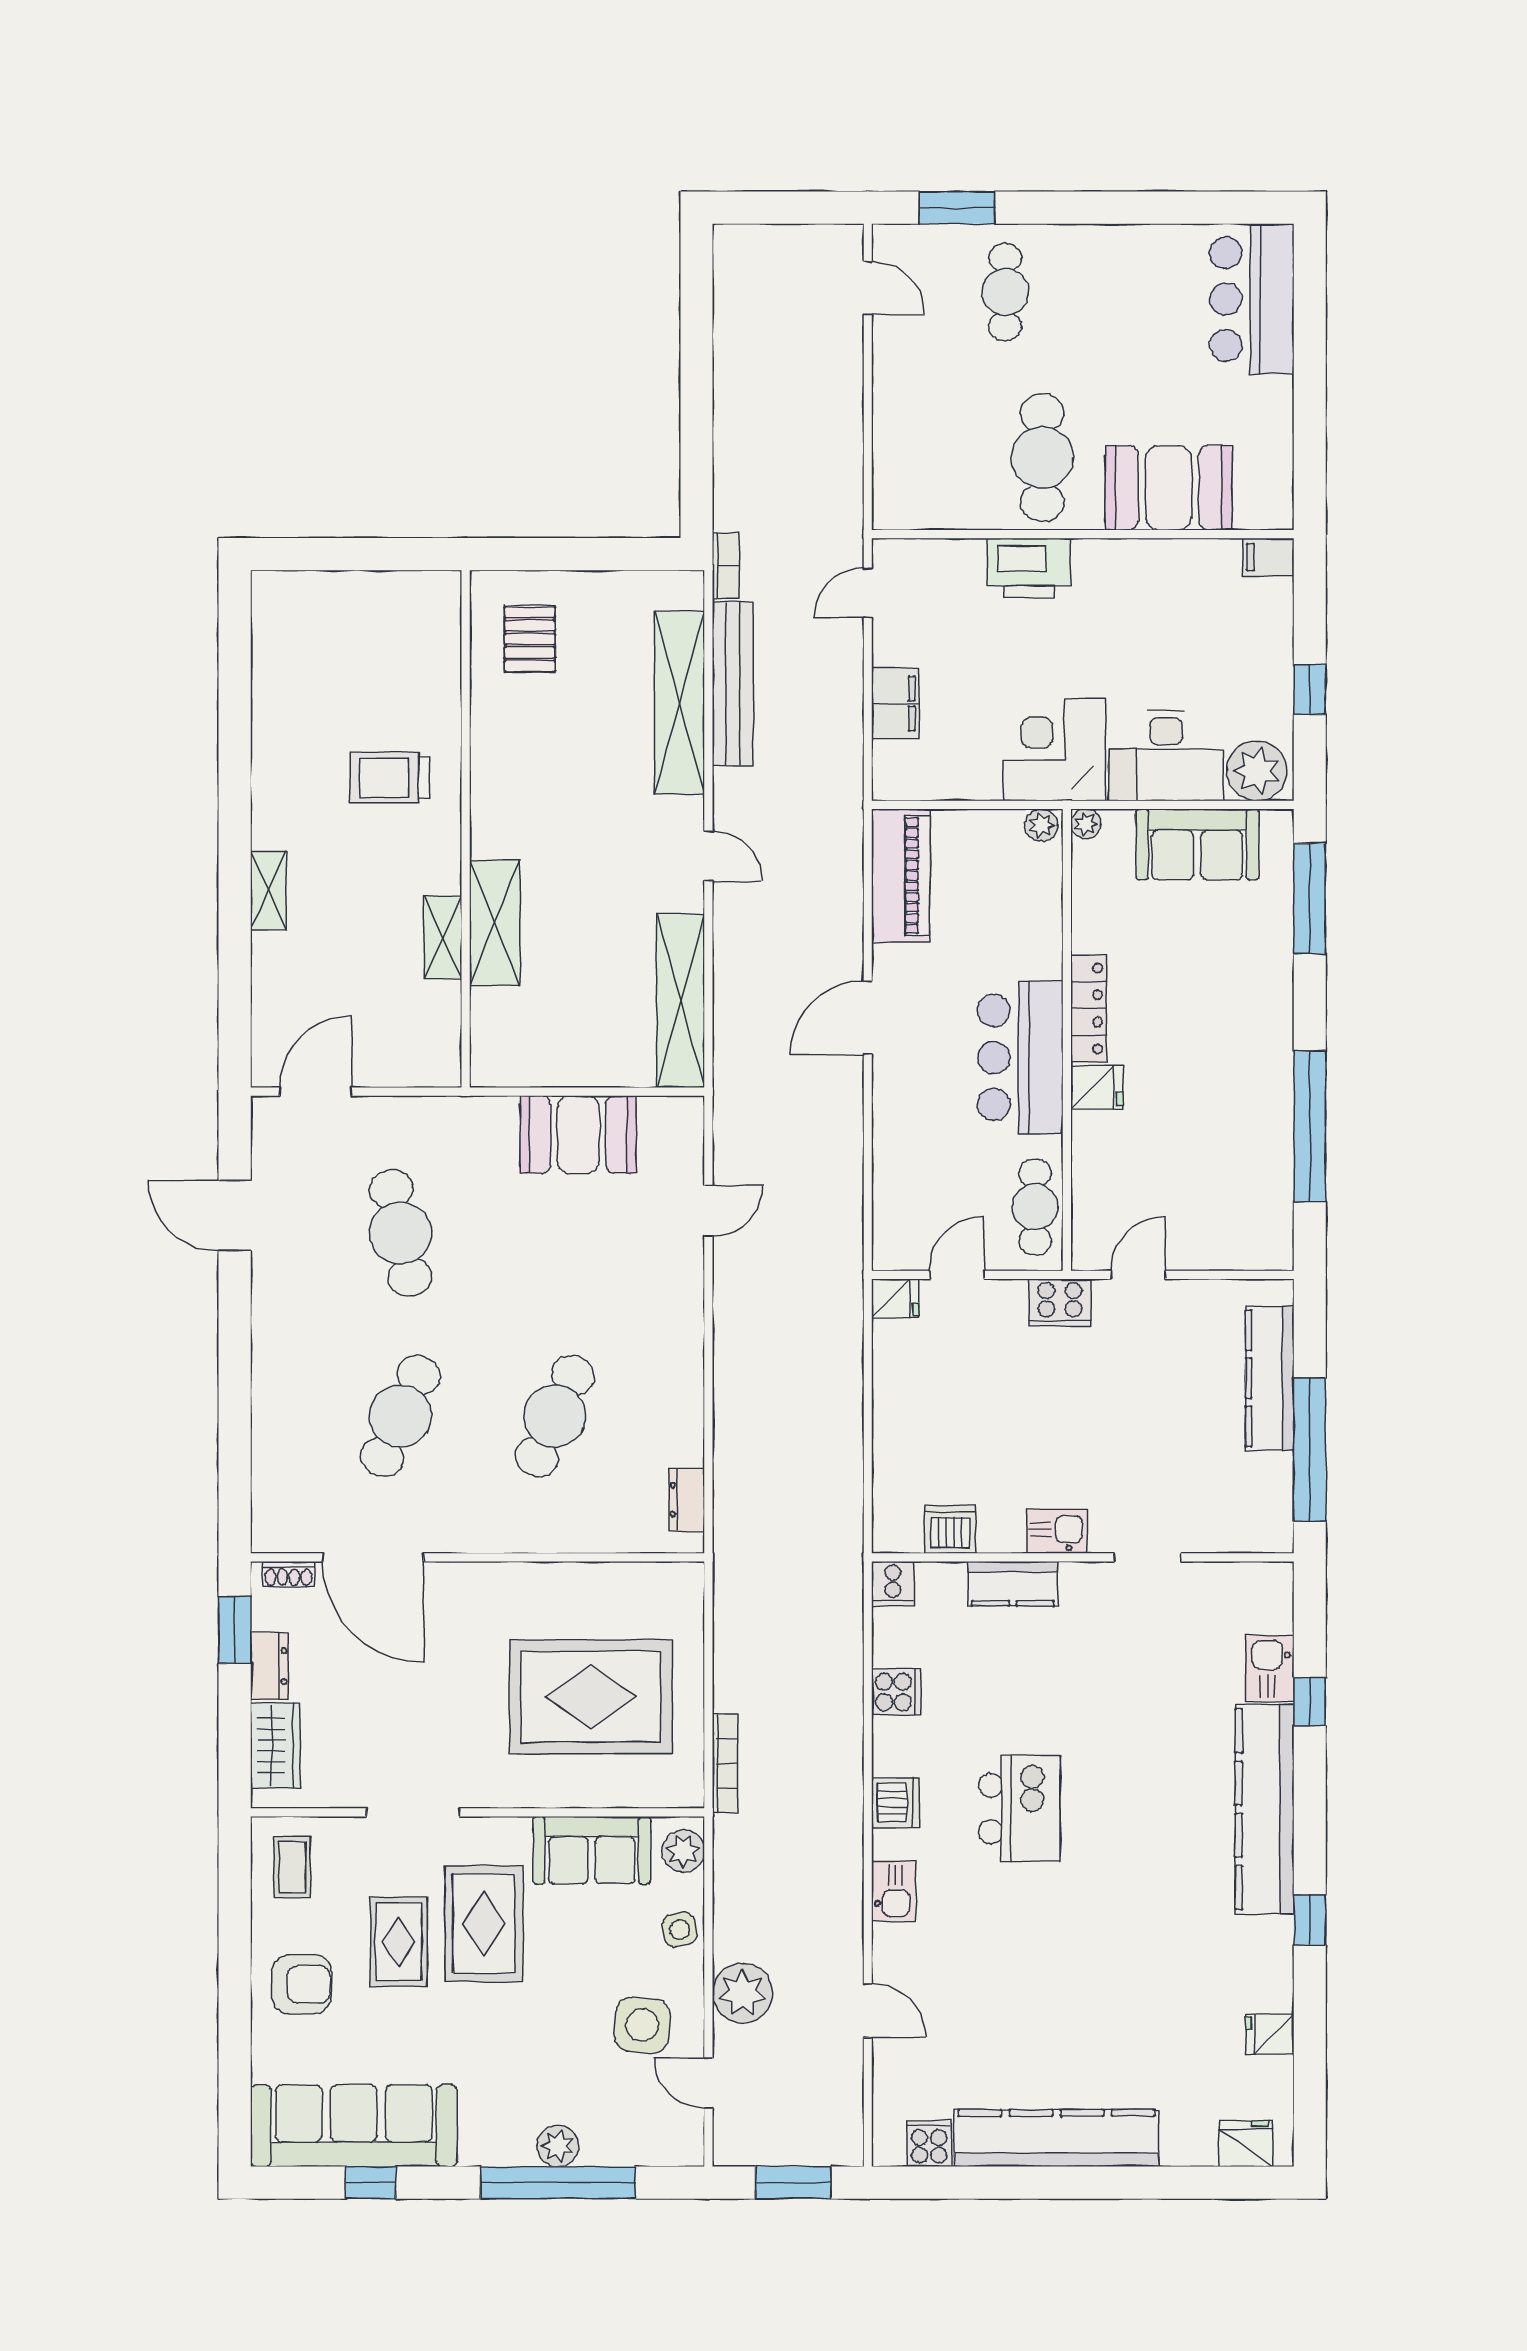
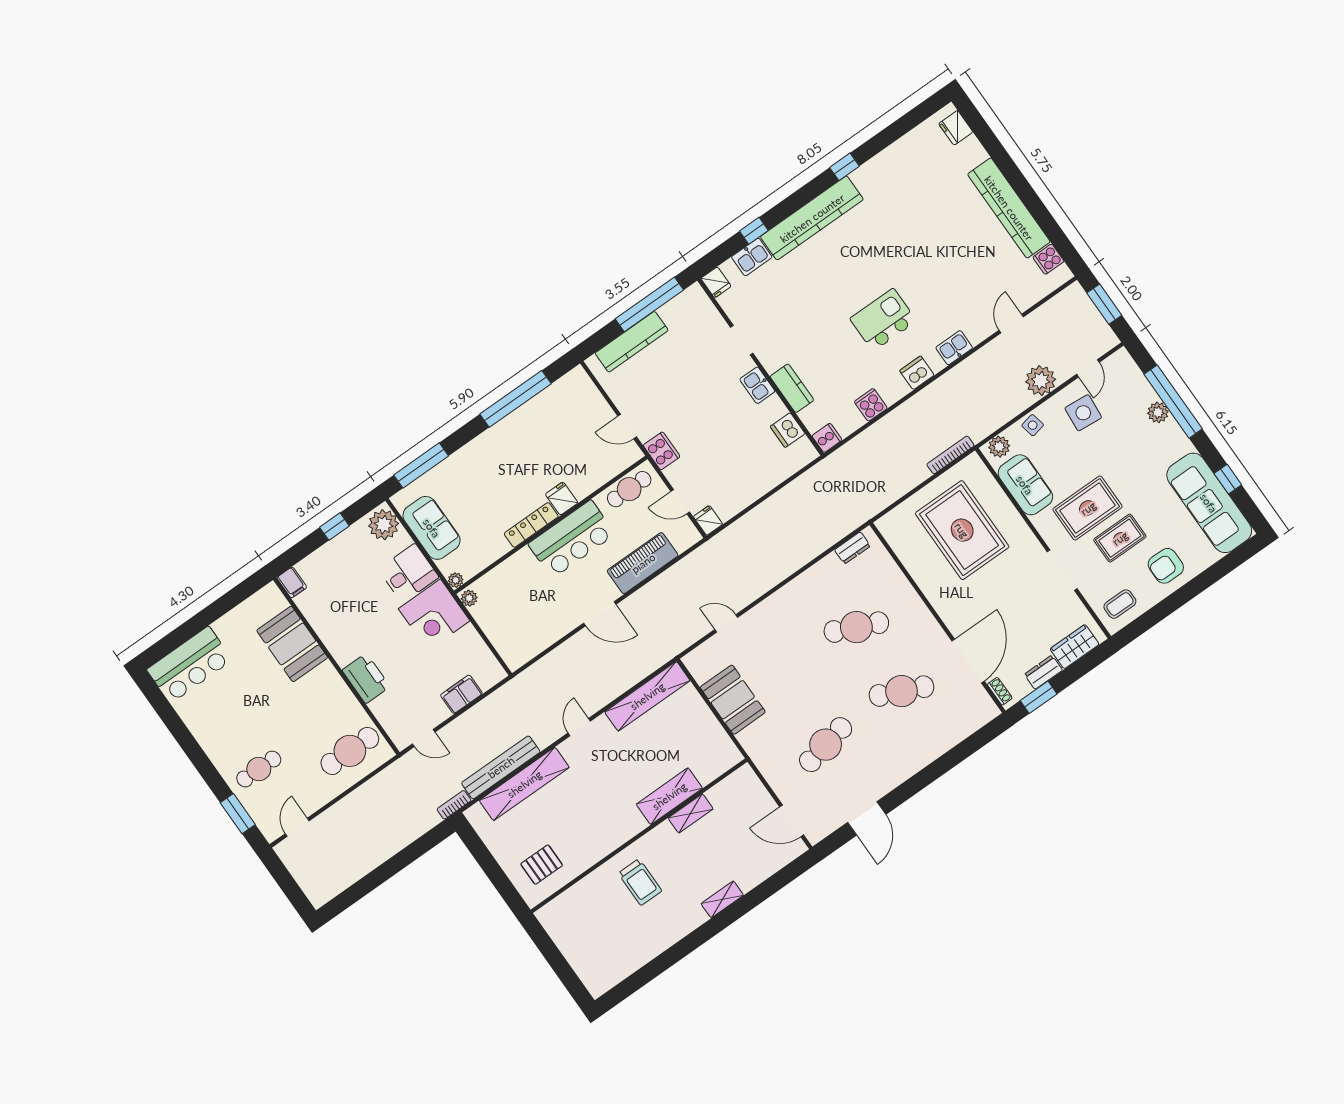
cafe table: (1042, 458) -> (350, 751), moved
desk: (1166, 756) -> (408, 573), width x0.73
piano: (901, 876) -> (643, 563), moved
armchair: (302, 1984) -> (1166, 566), turned -90
fridge: (1270, 2034) -> (716, 282), moved

